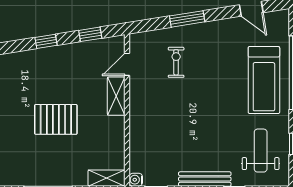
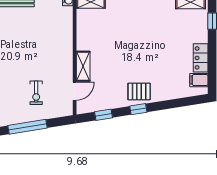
window: (187, 19) -> (27, 127), width x1.44
pallet: (56, 119) -> (139, 91), moved, width x0.67, depth x0.71

